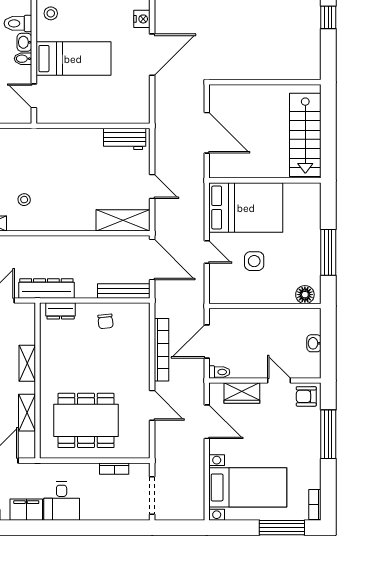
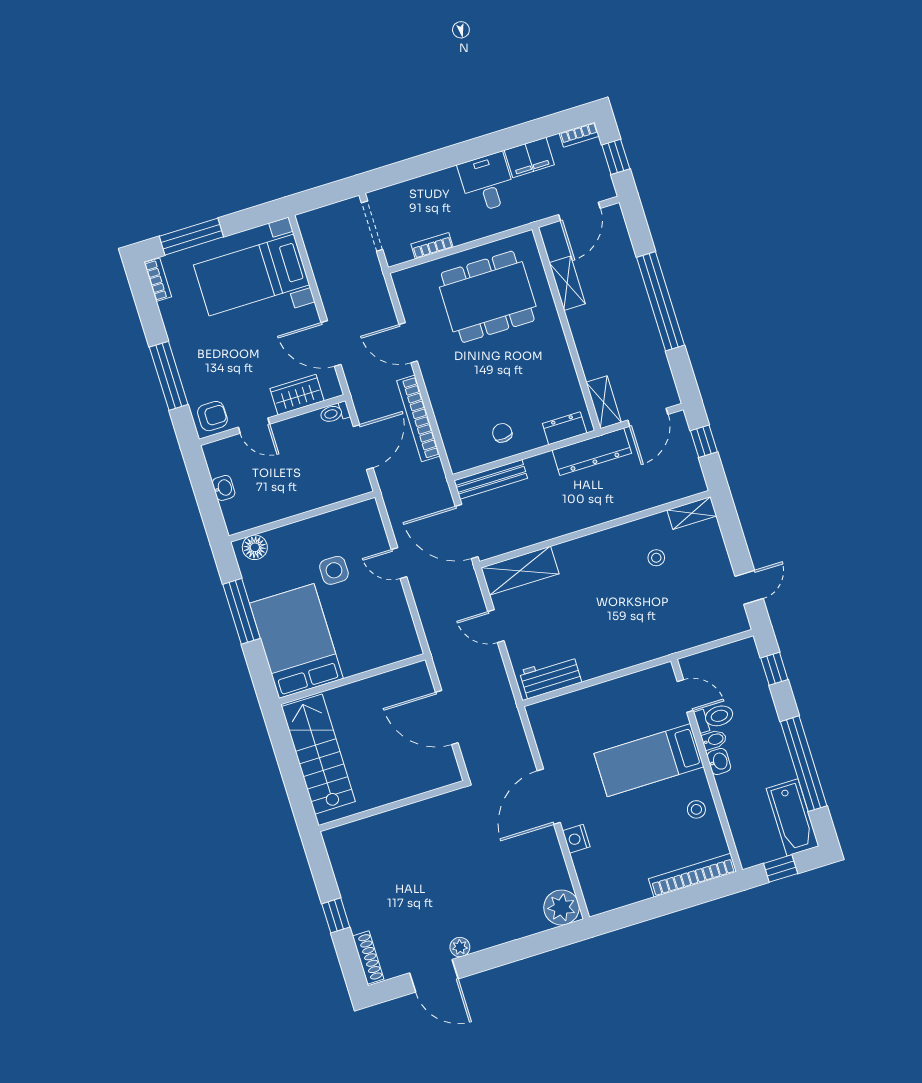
toilet: (18, 23) -> (714, 717), moved
bed: (246, 208) -> (296, 641), moved, turned 90
shelving: (27, 363) -> (604, 402), moved

